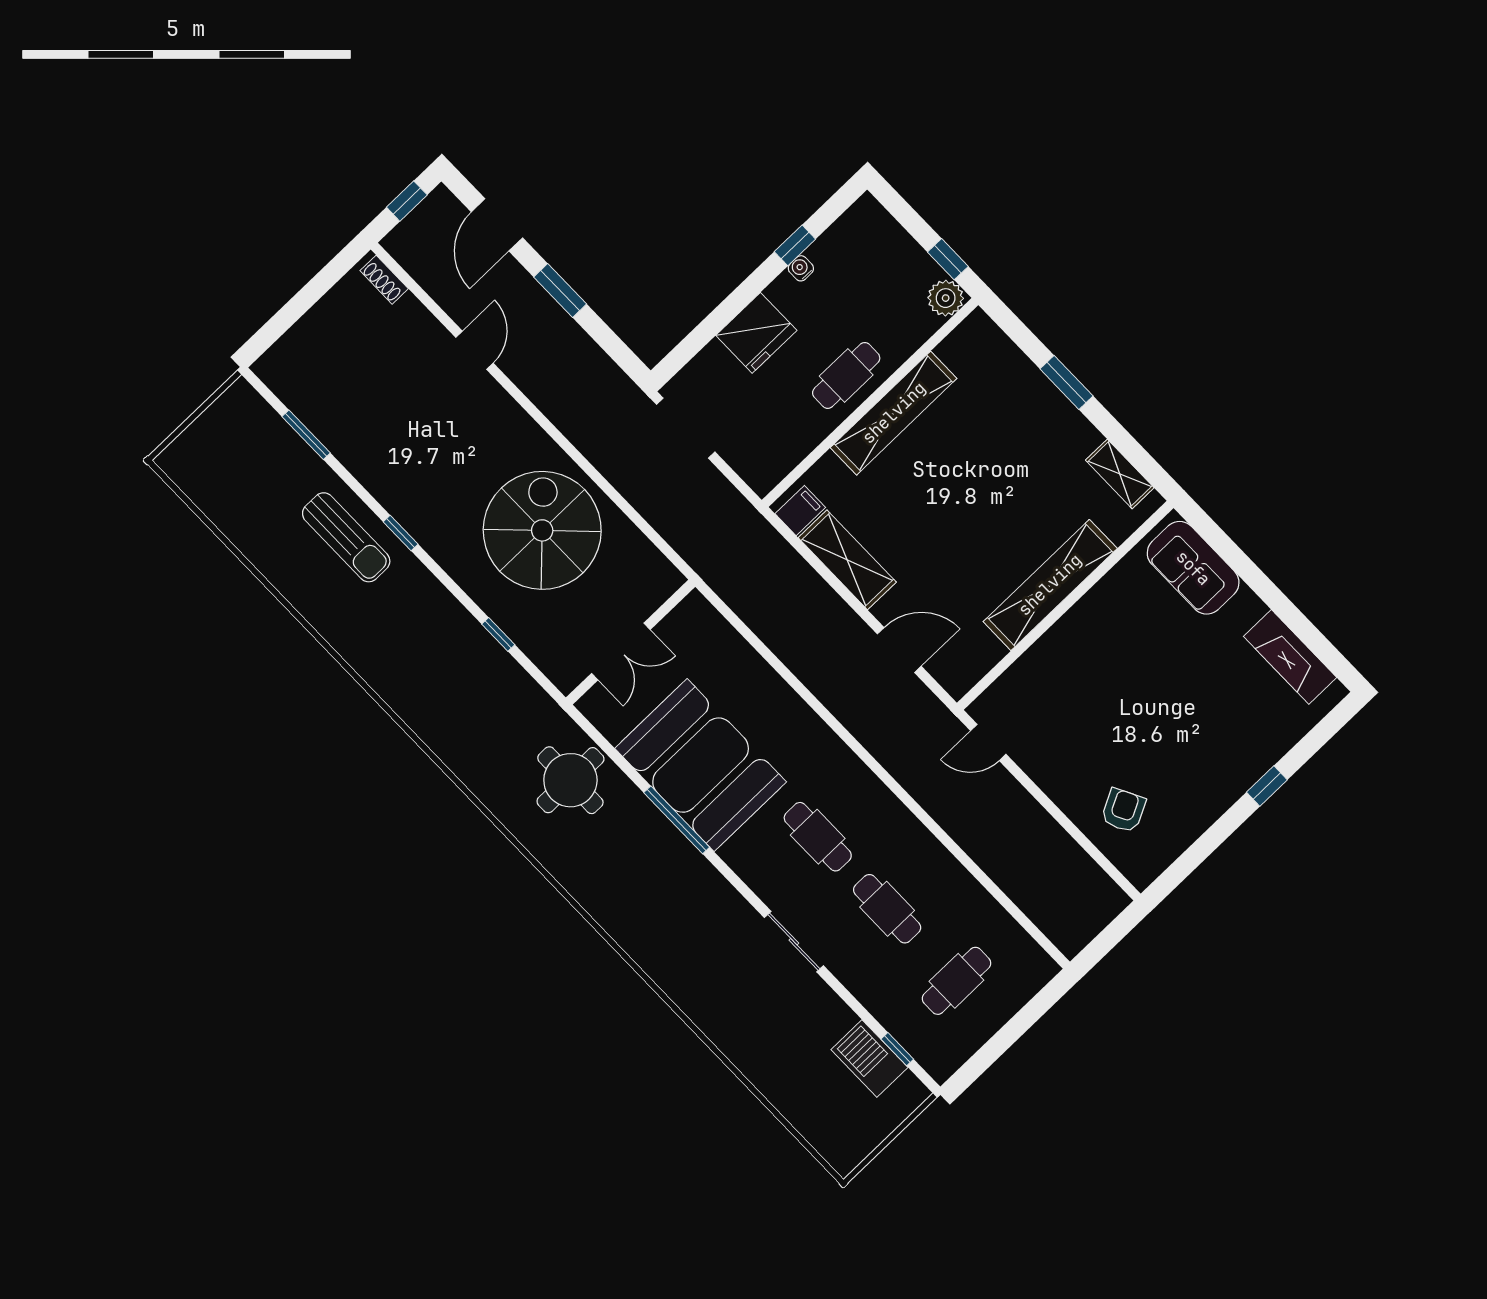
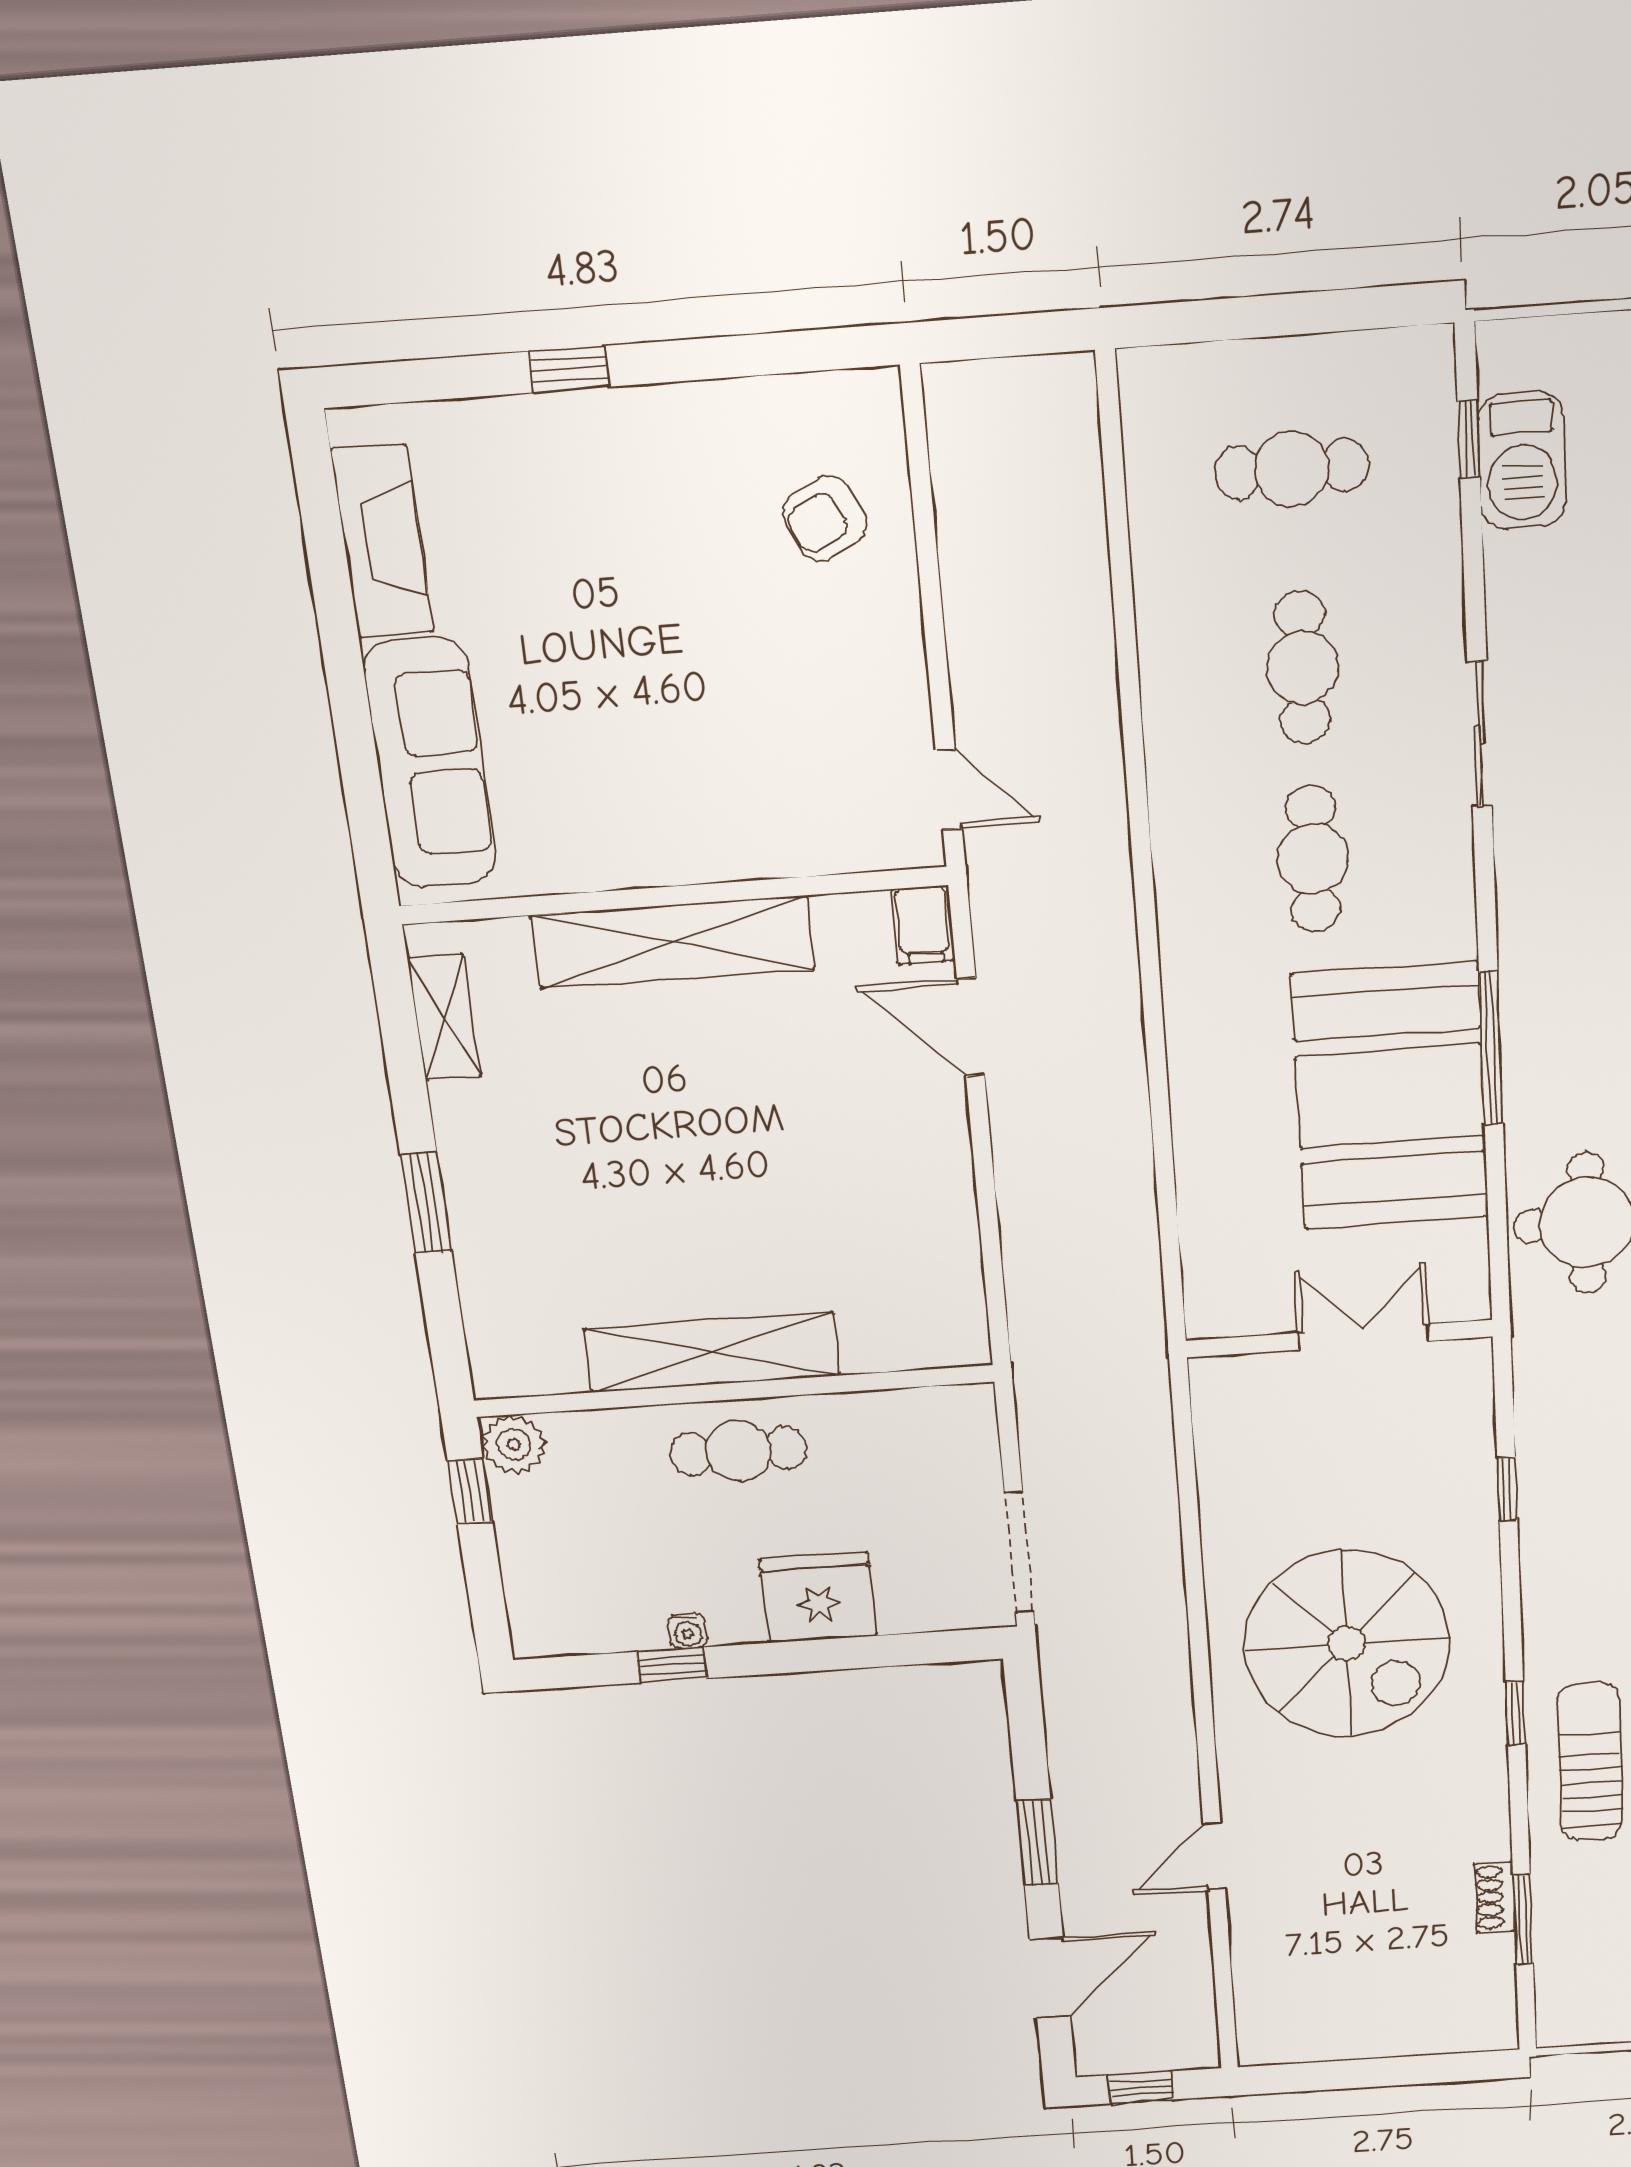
shoe rack: (384, 280) -> (1495, 1897), moved, turned 180
filing cabinet: (800, 511) -> (923, 925), moved, turned -90
spiral stairs: (542, 530) -> (1347, 1644), moved, turned -90
shelving: (847, 560) -> (942, 1209), removed
sofa: (1193, 568) -> (430, 764), width x1.36

